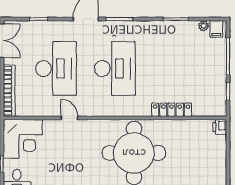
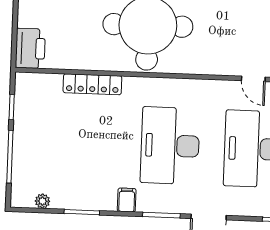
filing cabinet: (216, 29) -> (127, 200), moved
door: (69, 118) -> (253, 79), moved
printer: (220, 127) -> (30, 48), width x1.87, depth x1.48

